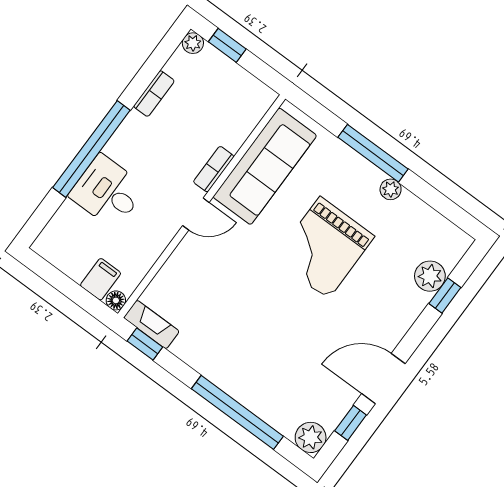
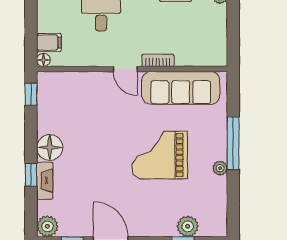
window: (227, 45) -> (233, 17), removed
fireplace: (151, 324) -> (45, 181), moved
floor lamp: (222, 368) -> (50, 147), added
window: (237, 412) -> (31, 175), width x0.32

